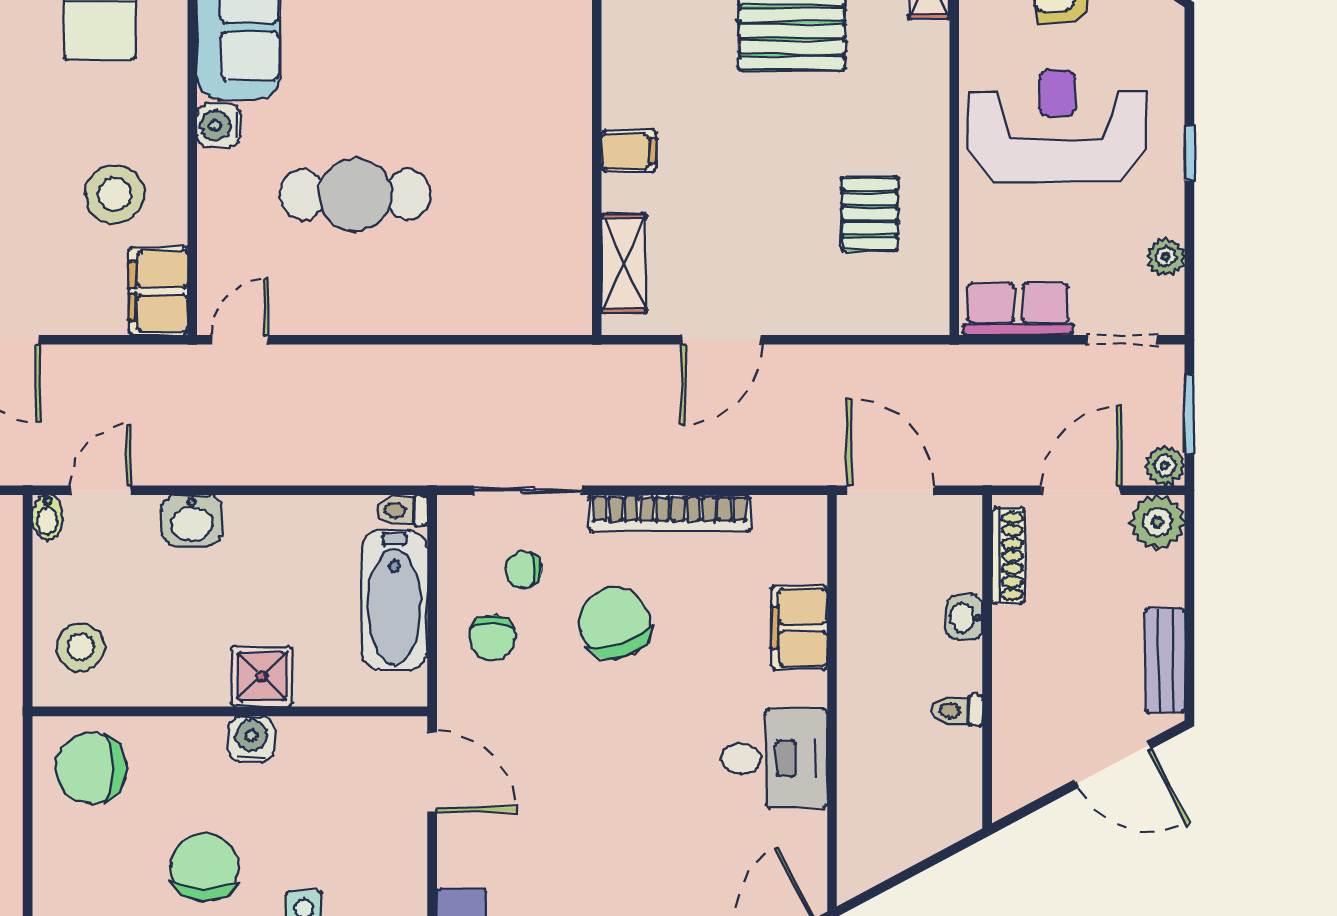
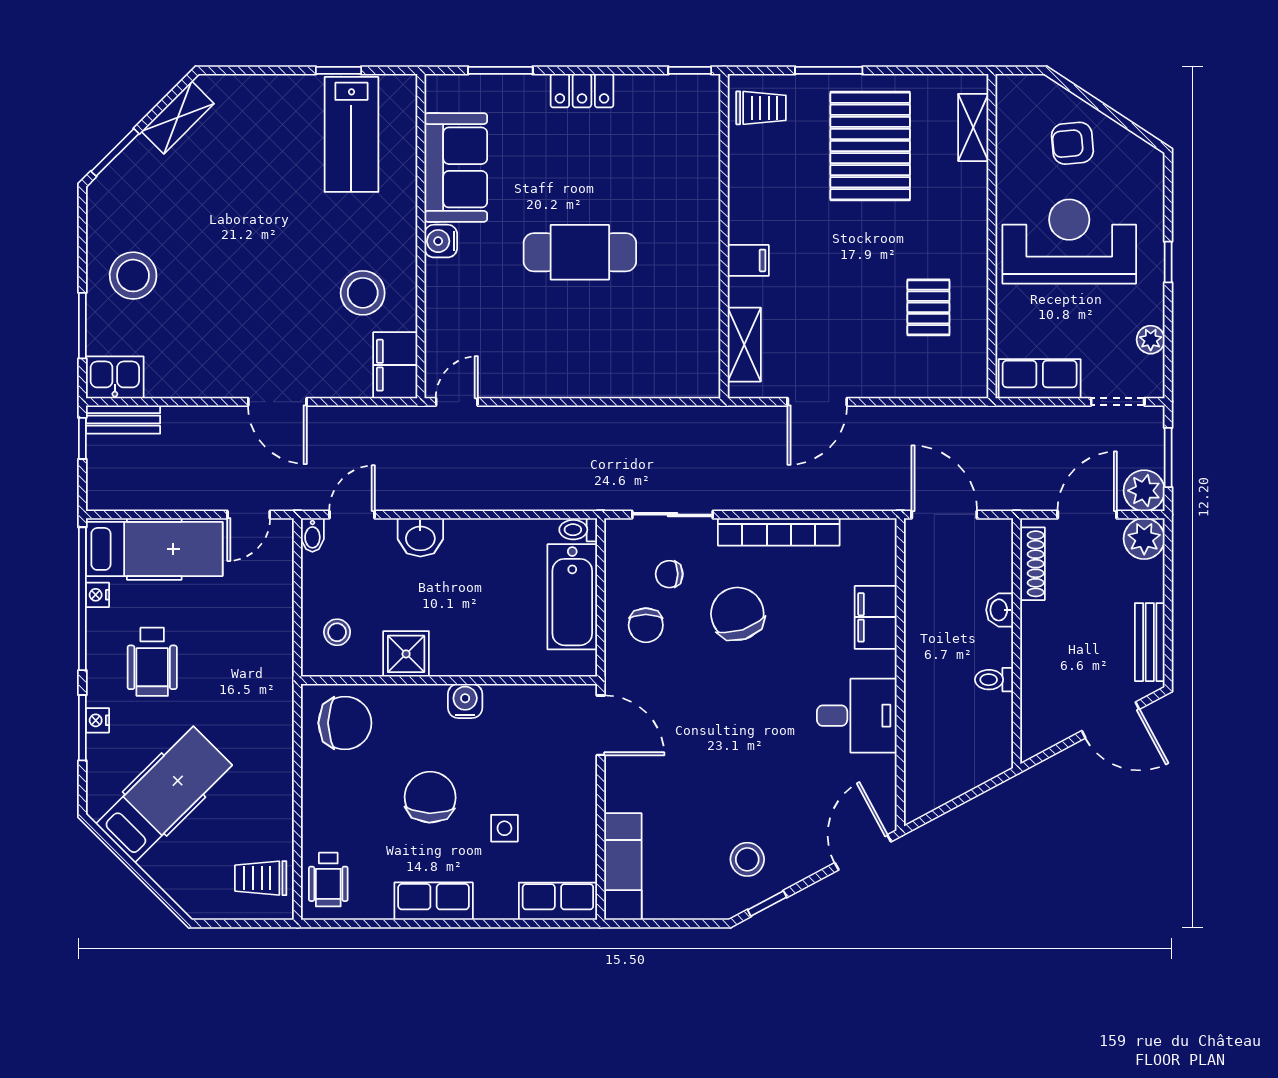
cafe table: (355, 195) -> (580, 252), moved
plant: (1165, 466) -> (1144, 491), width x1.38, depth x1.38
stool: (80, 647) -> (337, 632), width x0.73, depth x0.73
shower: (262, 676) -> (406, 654), moved
chair: (91, 768) -> (345, 723), turned 180

